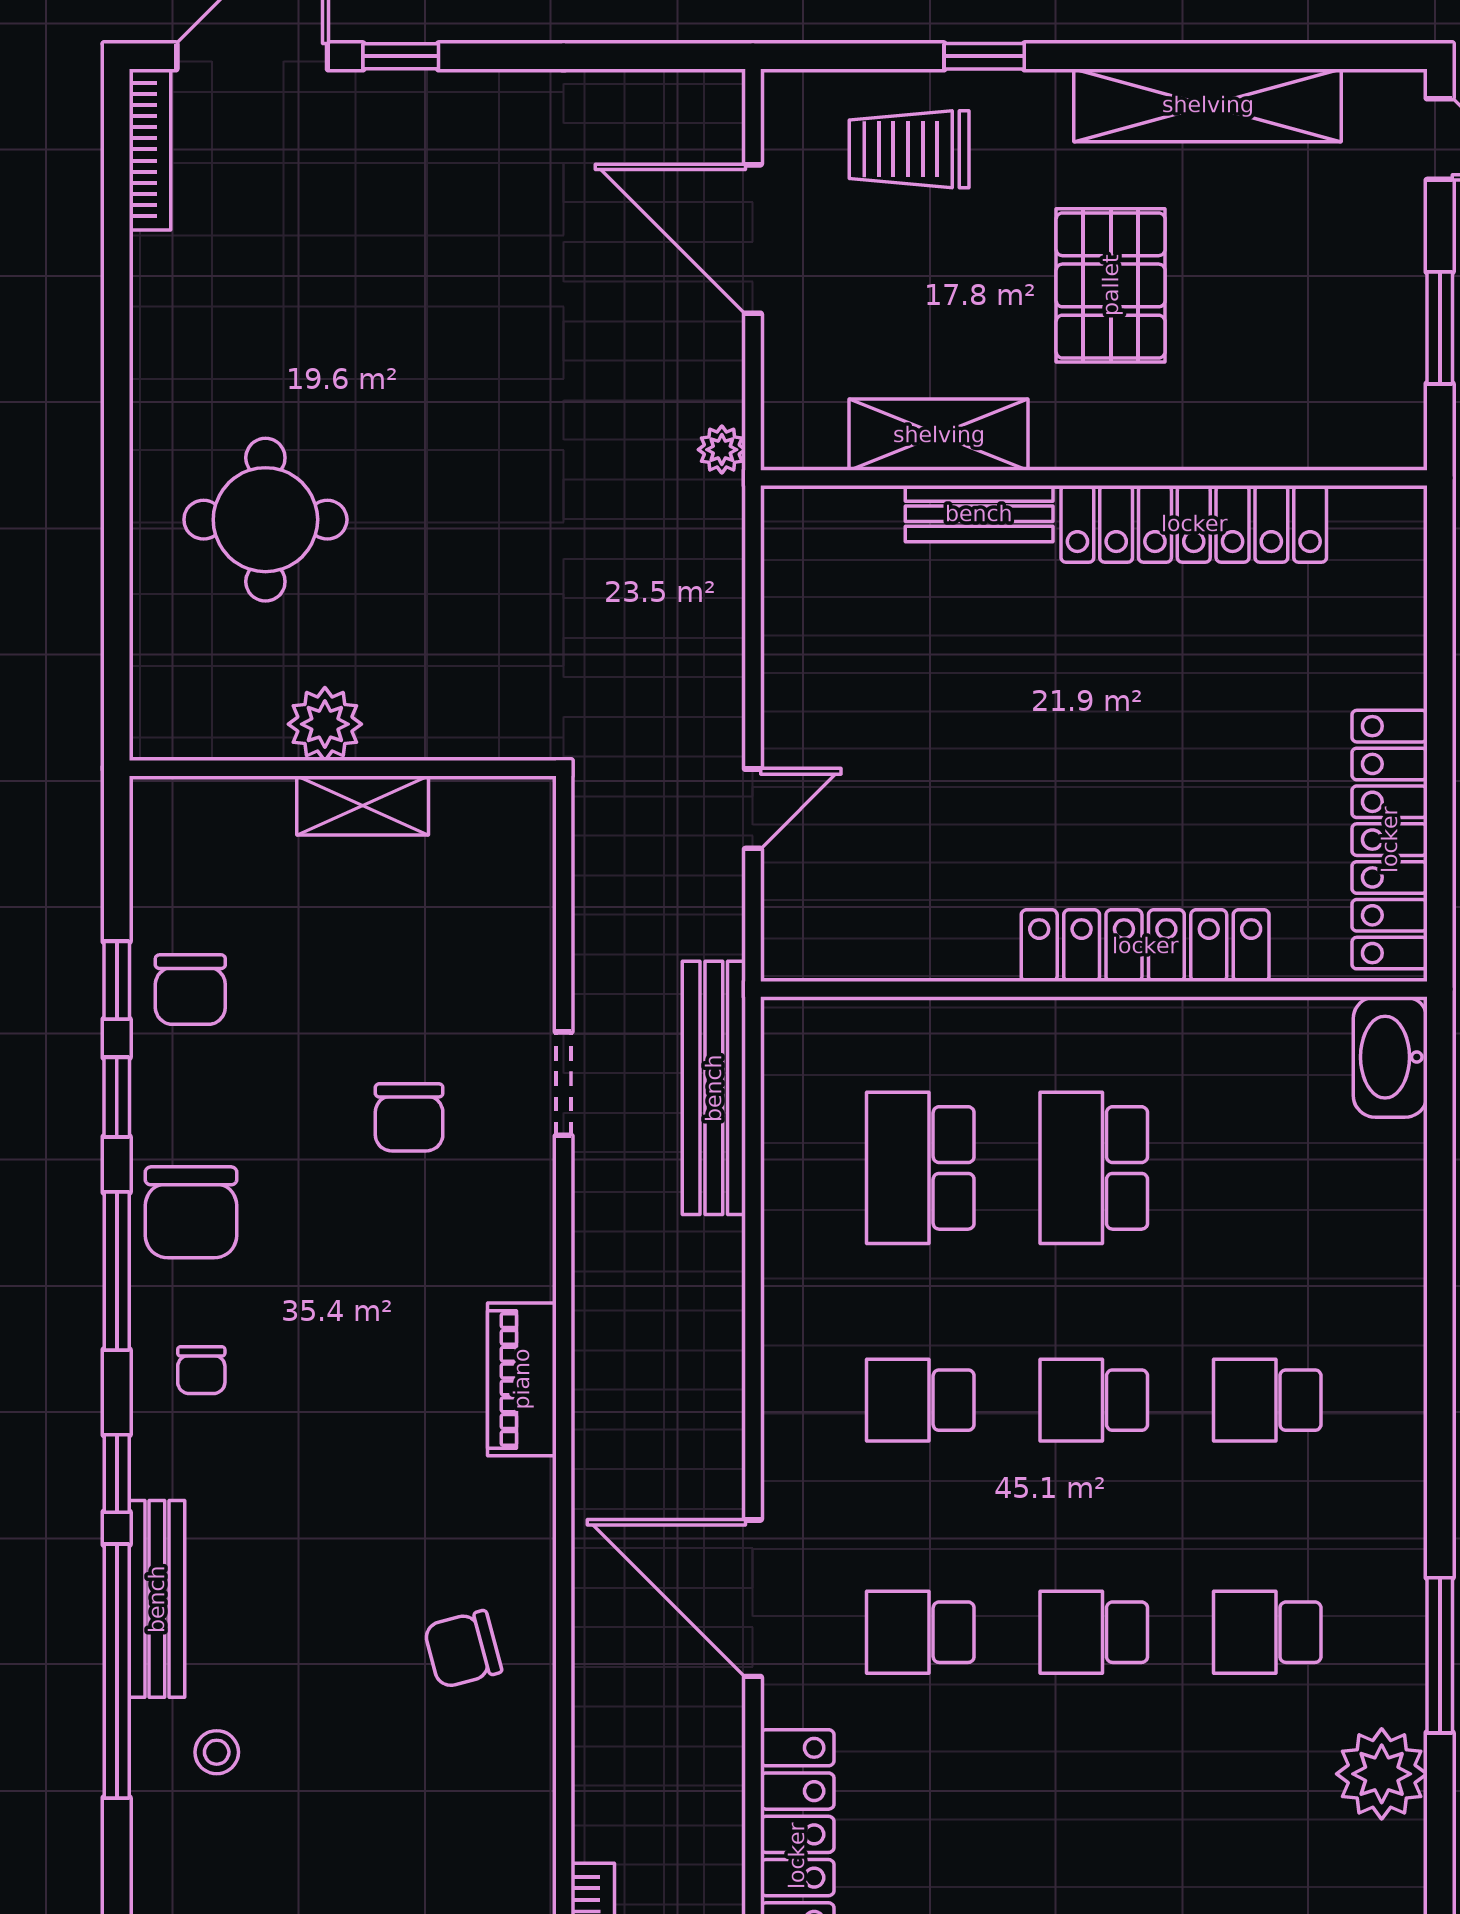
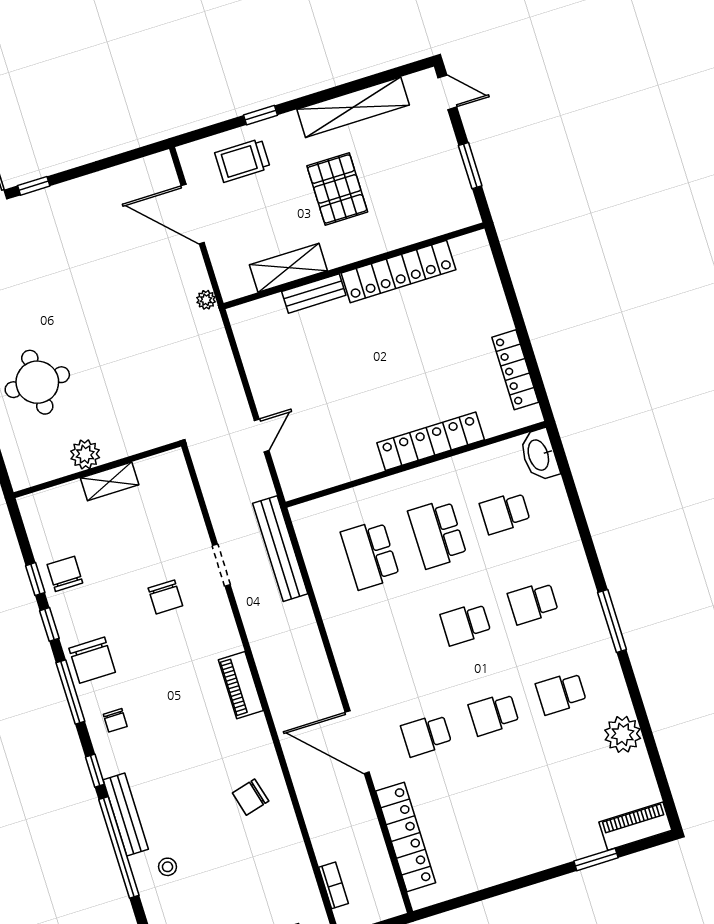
locker: (1390, 840) -> (515, 370), width x0.71, depth x0.83
chair: (190, 990) -> (65, 574), turned 180
school desk: (920, 1400) -> (505, 513), moved
window: (1440, 1655) -> (612, 621), moved

